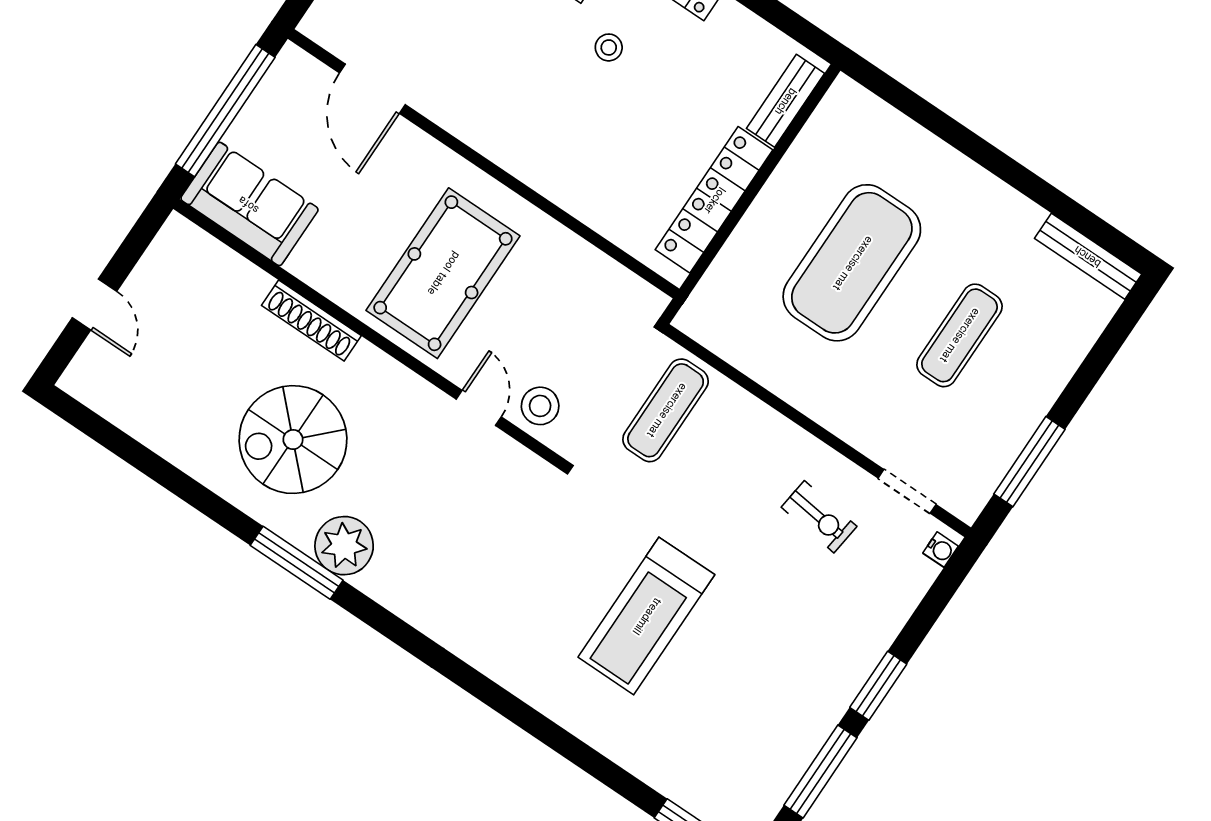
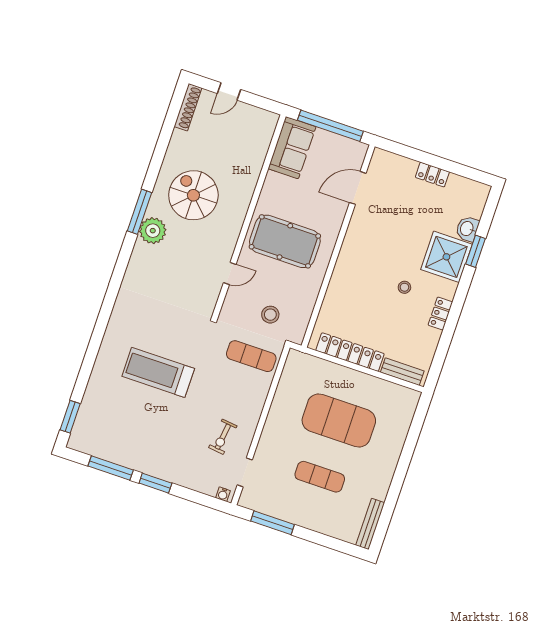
shoe rack: (311, 321) -> (188, 107), moved, turned 180
stool: (540, 406) -> (270, 315), moved

